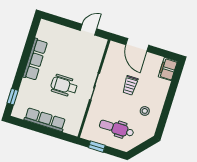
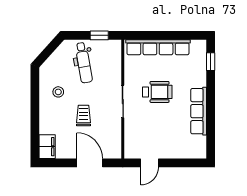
row of seats: (45, 120) -> (158, 47), width x1.36
dental chair: (116, 128) -> (84, 63), turned 80

